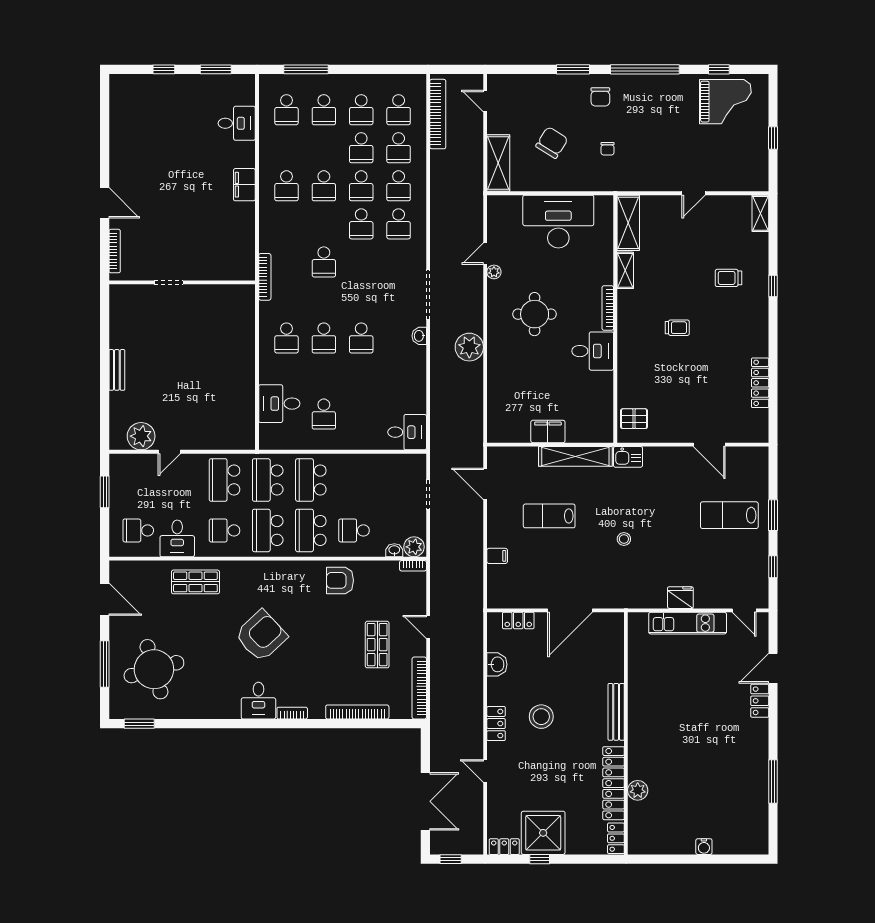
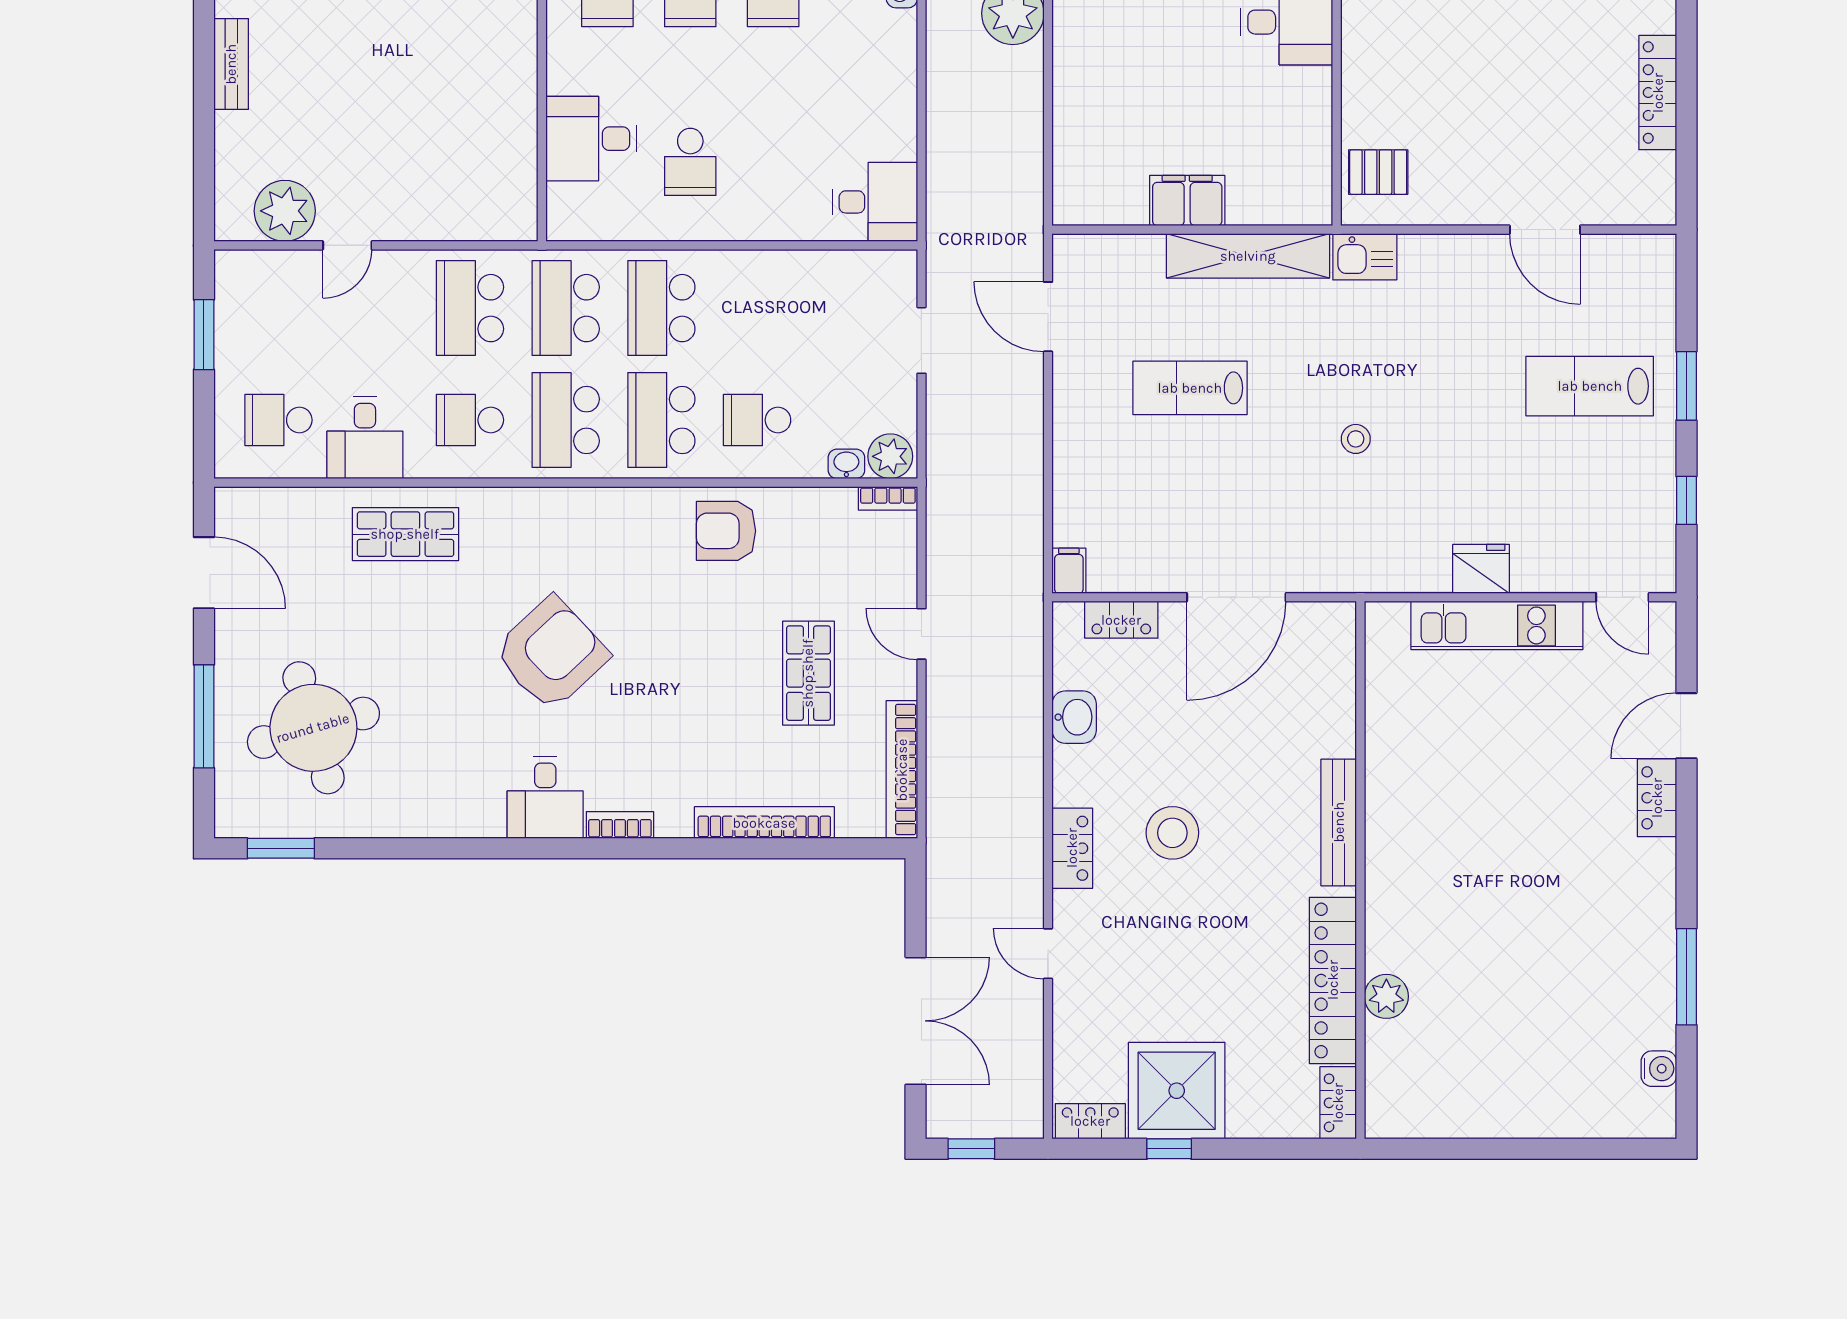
filing cabinet: (497, 556) -> (1069, 571), moved, turned -90
water cooler: (704, 847) -> (1659, 1069), moved, turned -90

